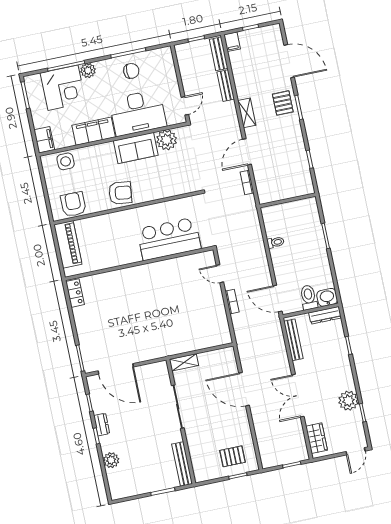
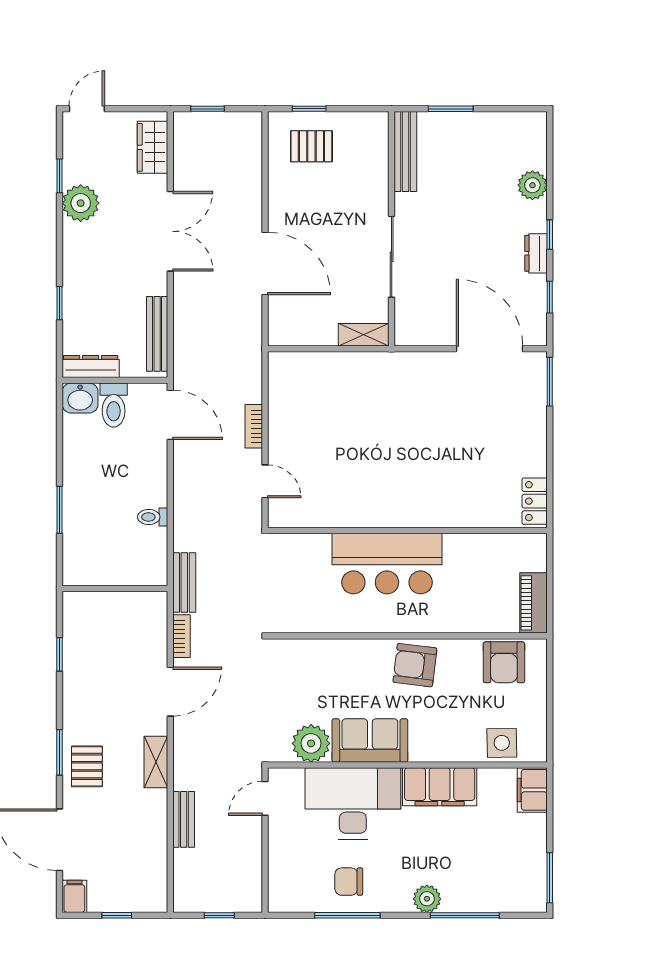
filing cabinet: (232, 42) -> (74, 896), moved
bench: (219, 54) -> (184, 583), moved
corner desk: (63, 88) -> (479, 877), removed
bar counter: (169, 239) -> (387, 564), moved
piano: (68, 244) -> (534, 603), width x0.73, depth x0.75

